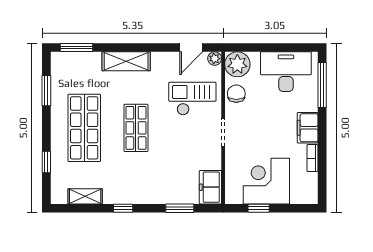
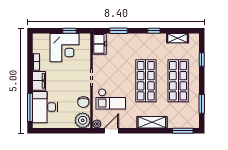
desk: (286, 72) -> (45, 107), moved, turned 90
shop shelf: (136, 128) -> (146, 81), width x1.43, depth x1.36

